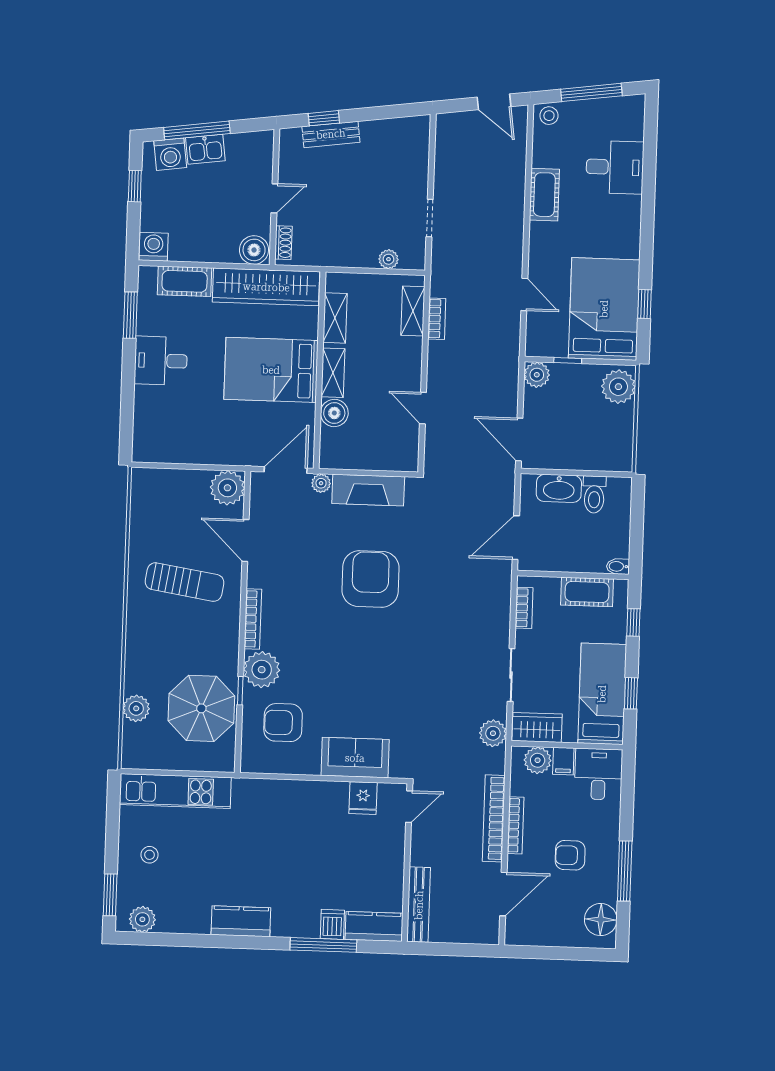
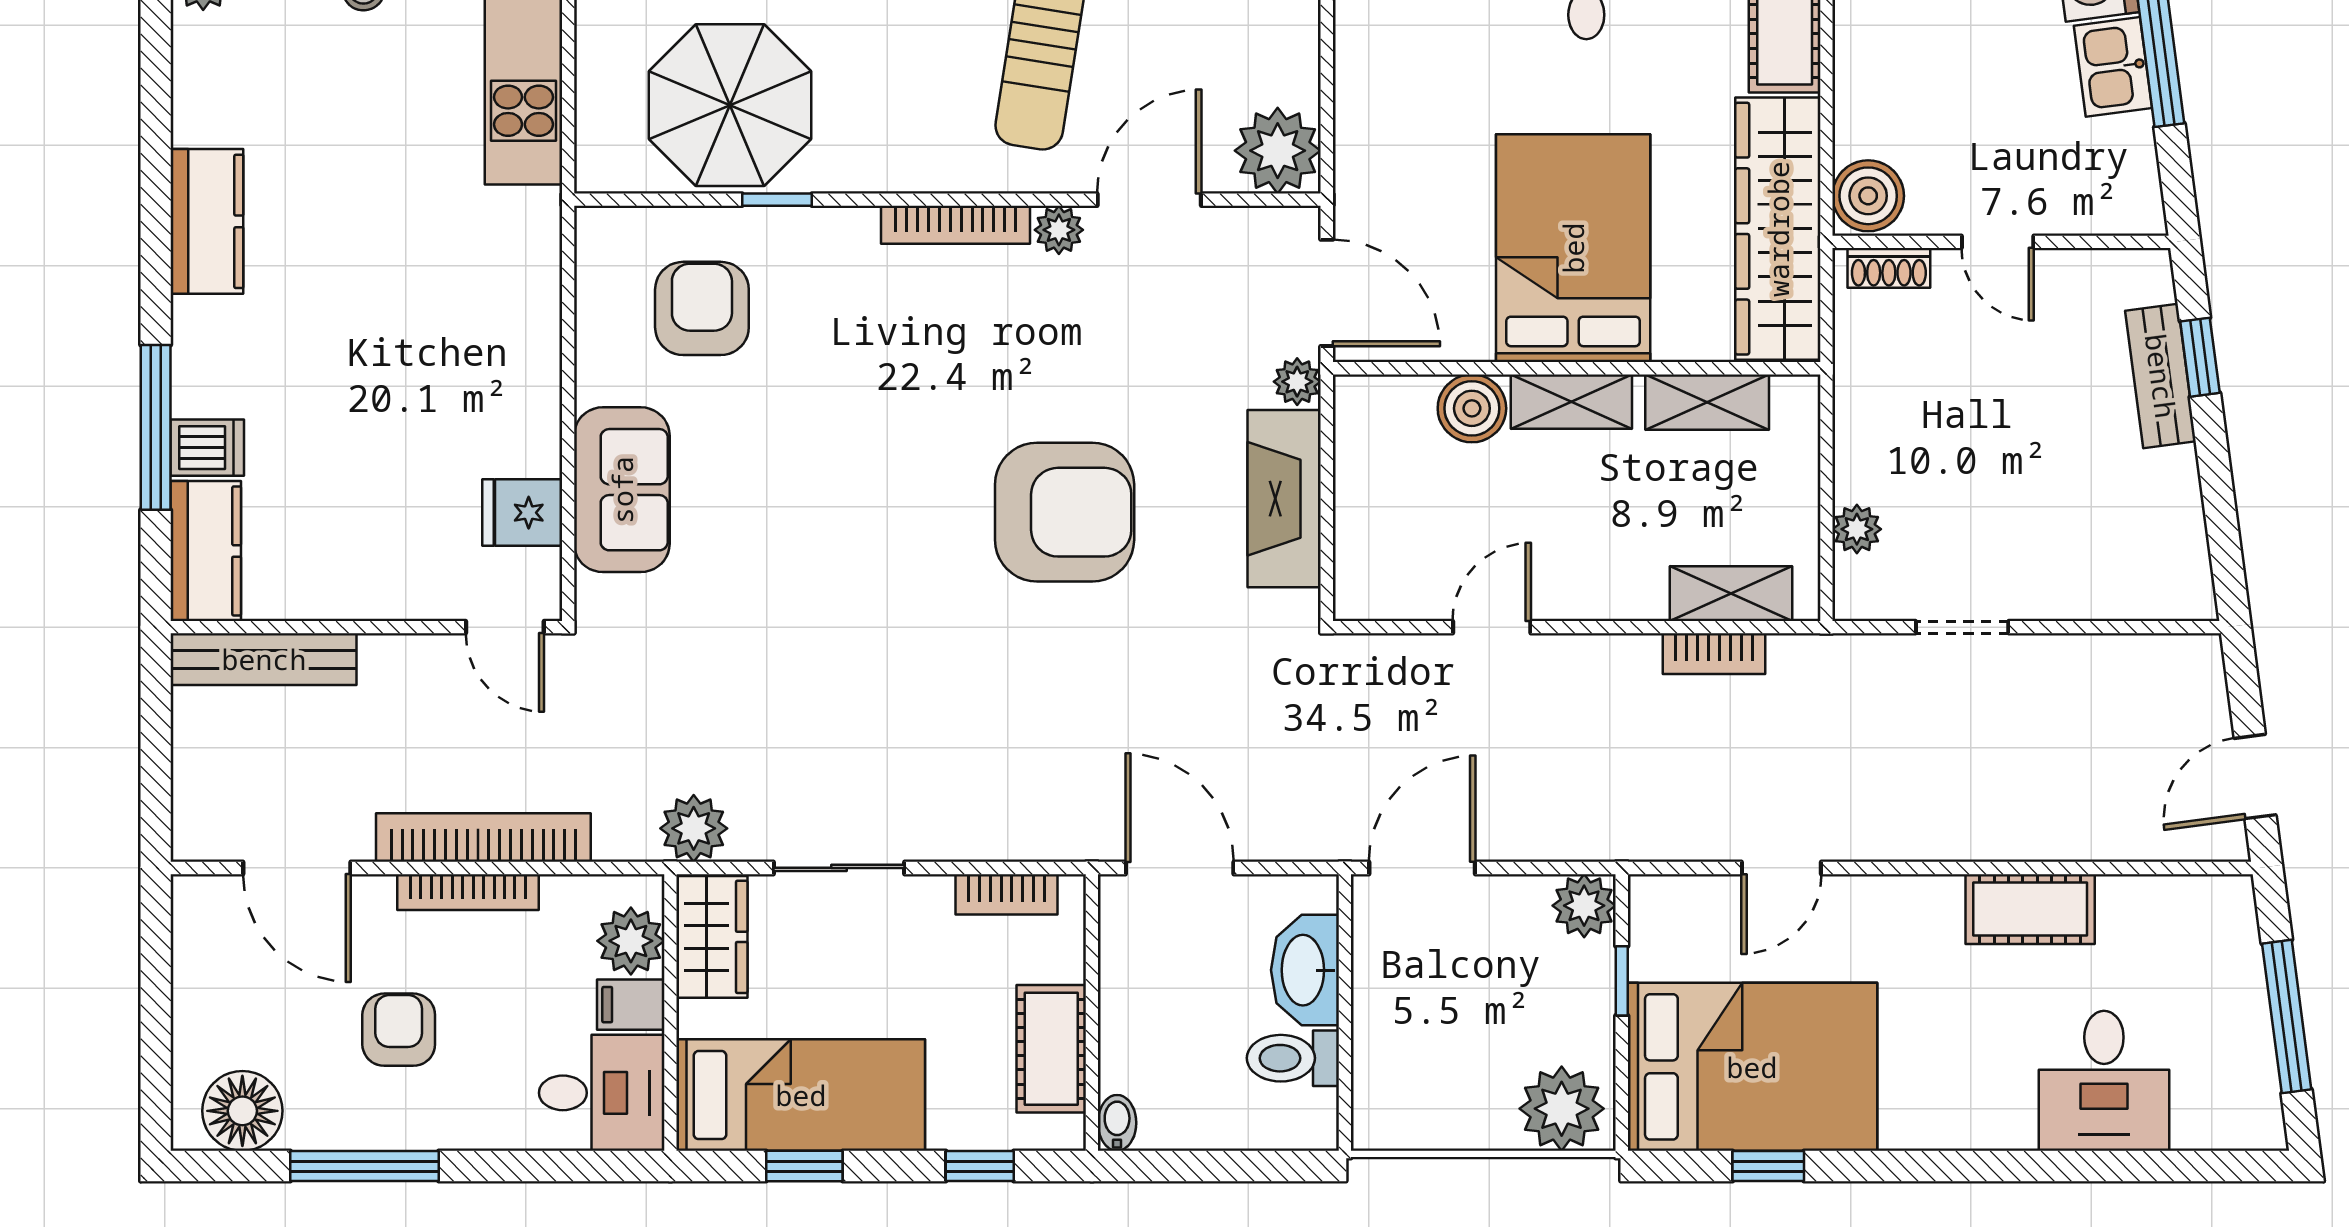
stool: (549, 116) -> (2226, 914), removed
plant: (262, 670) -> (1059, 230), moved, width x0.53, depth x0.53

